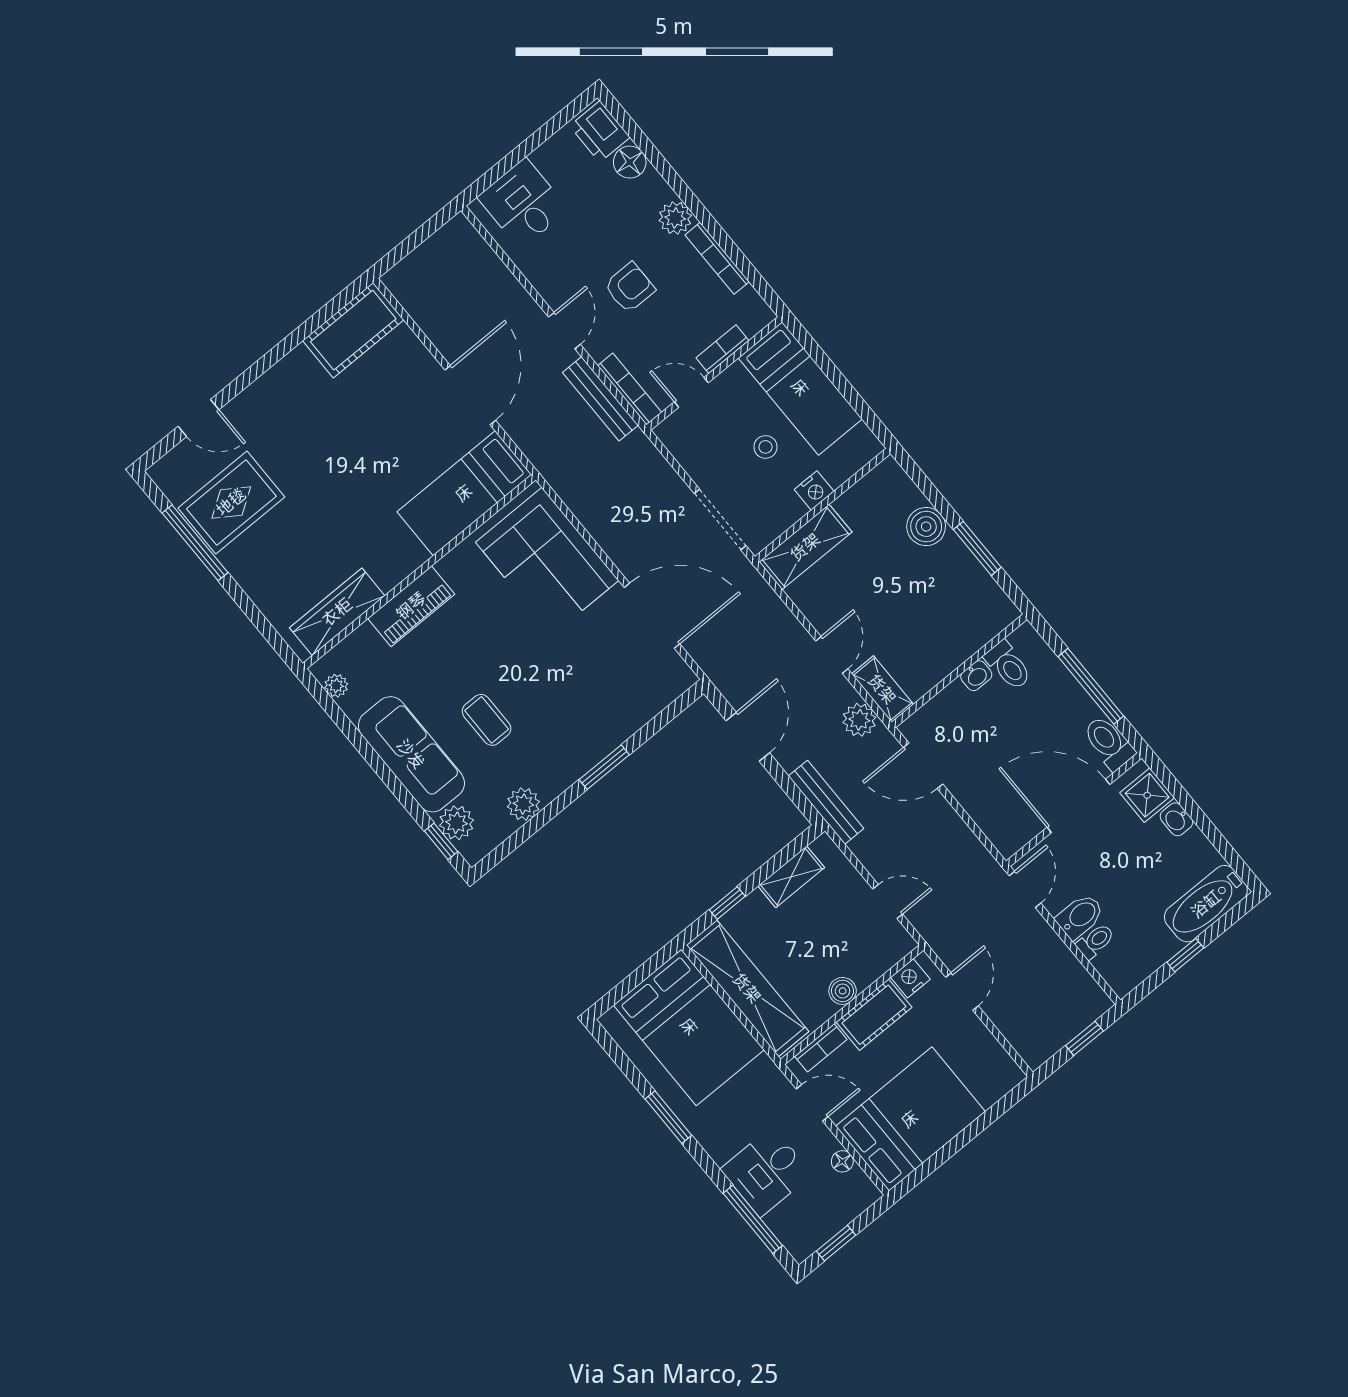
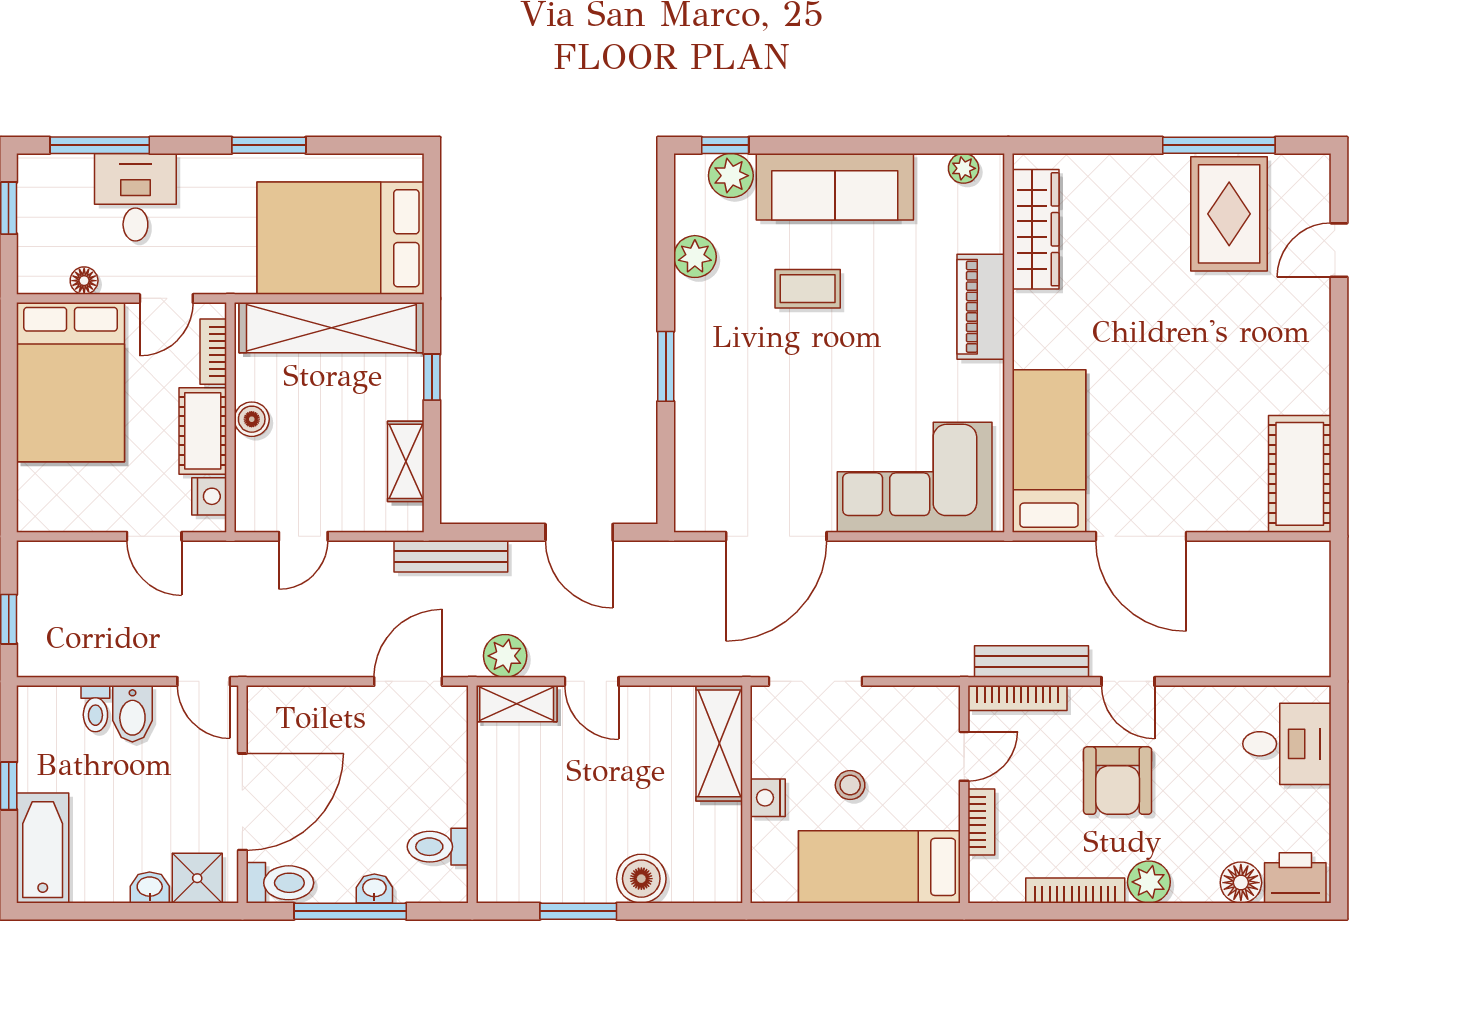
armchair: (629, 288) -> (1118, 781), width x1.38, depth x1.38
washbasin: (976, 676) -> (374, 889), moved, turned 90

